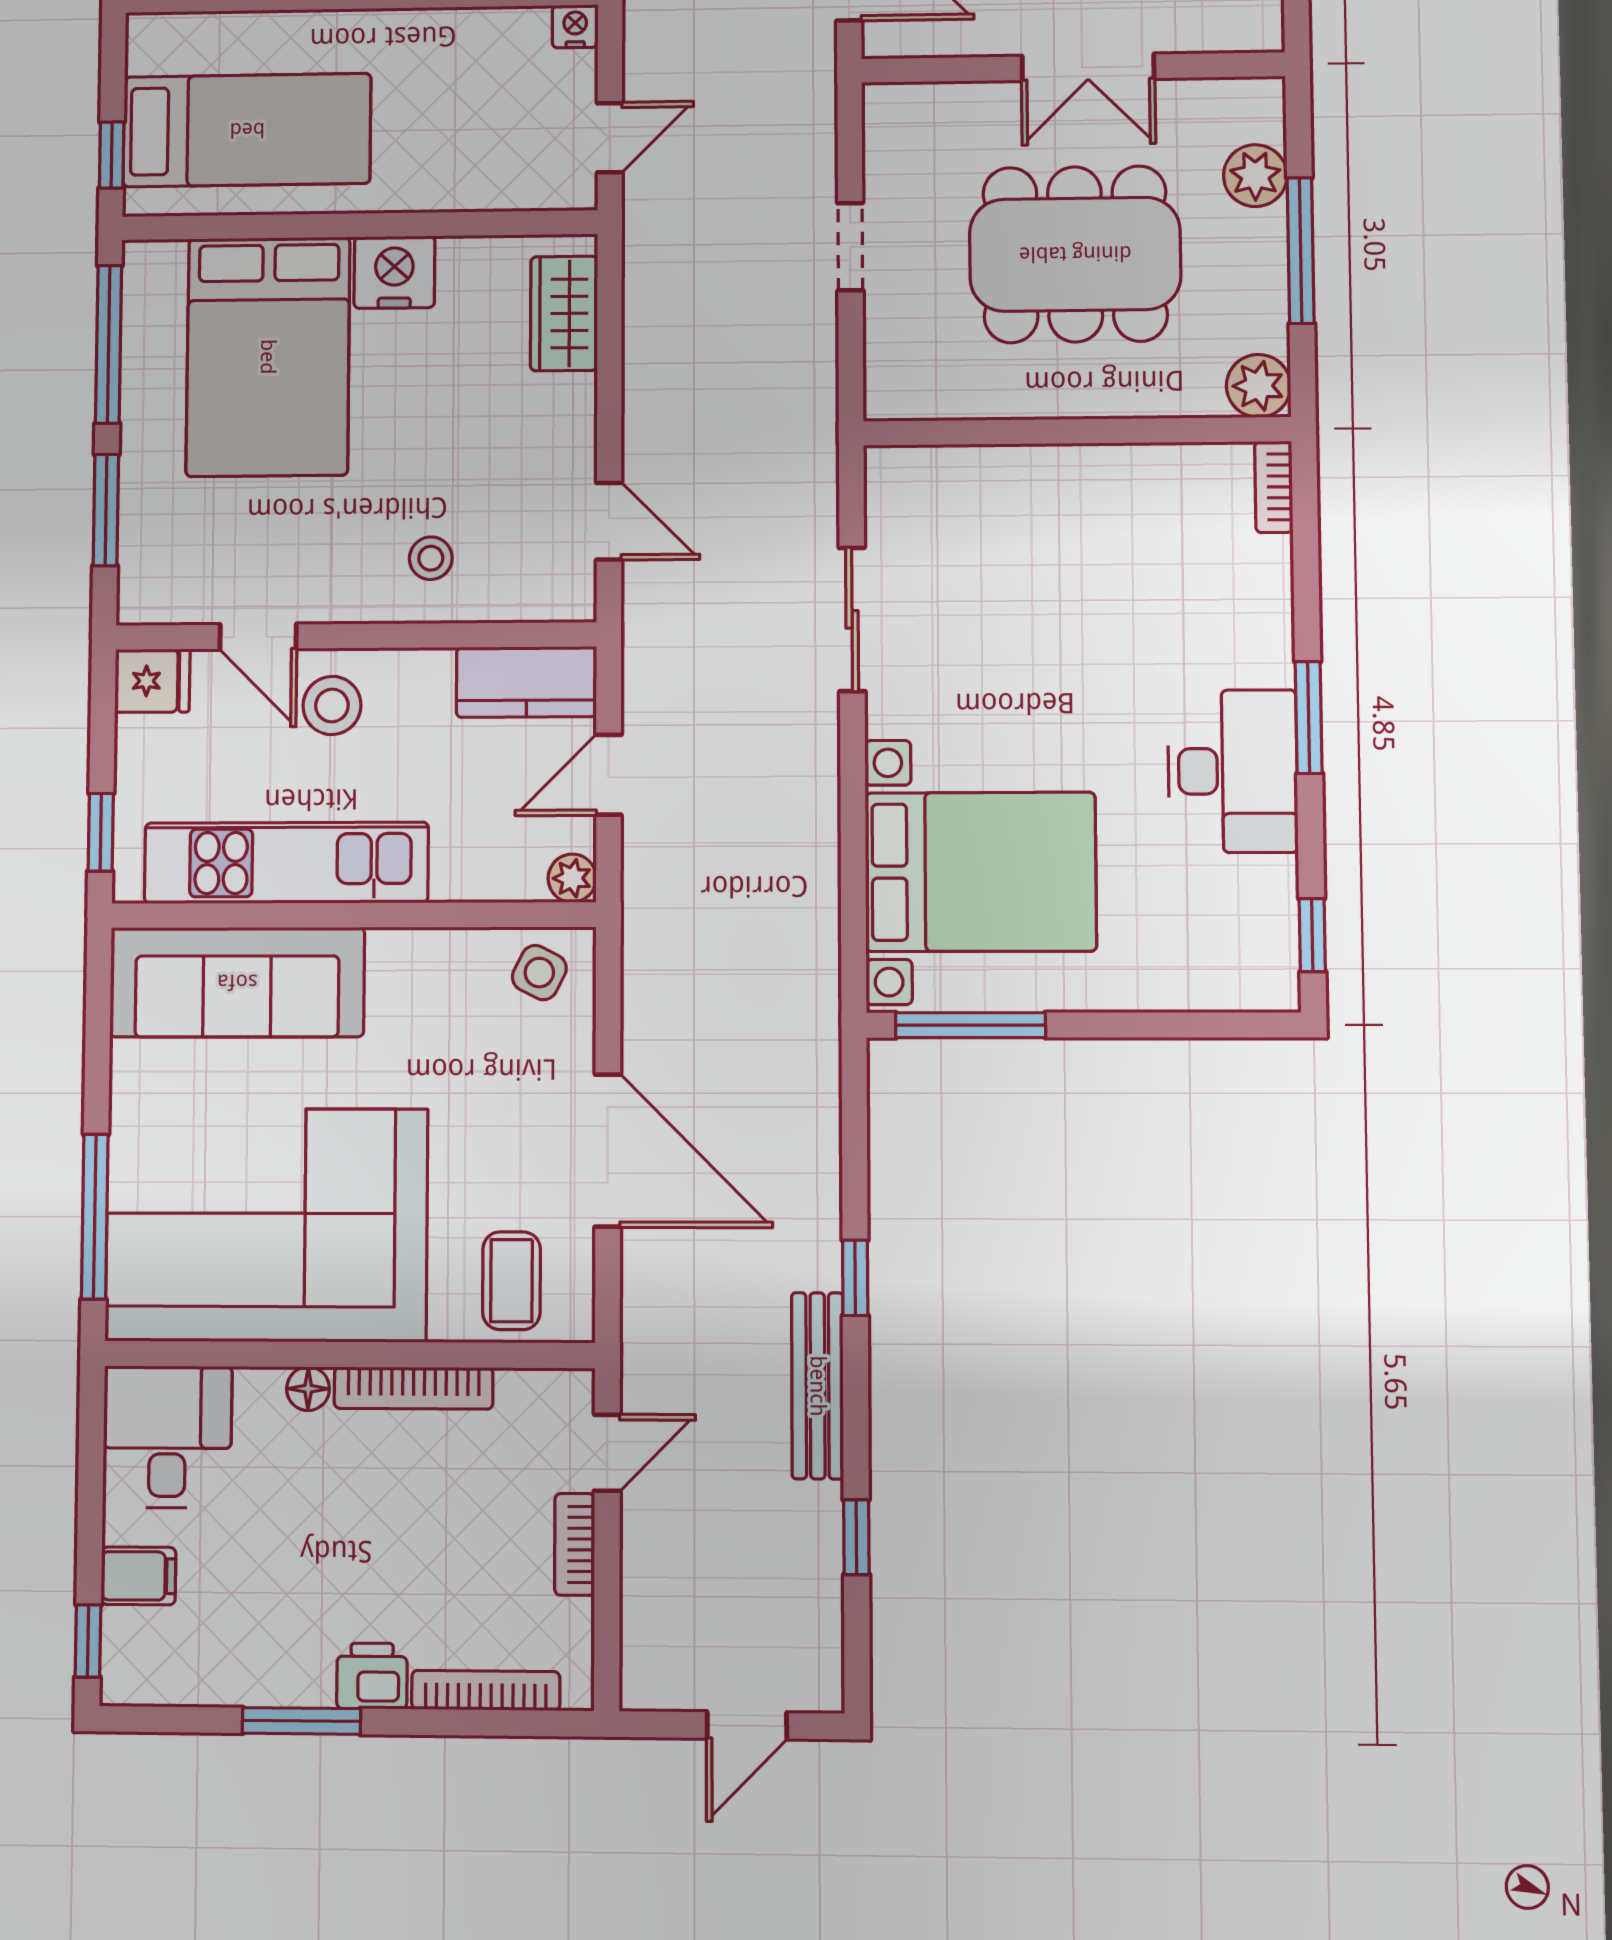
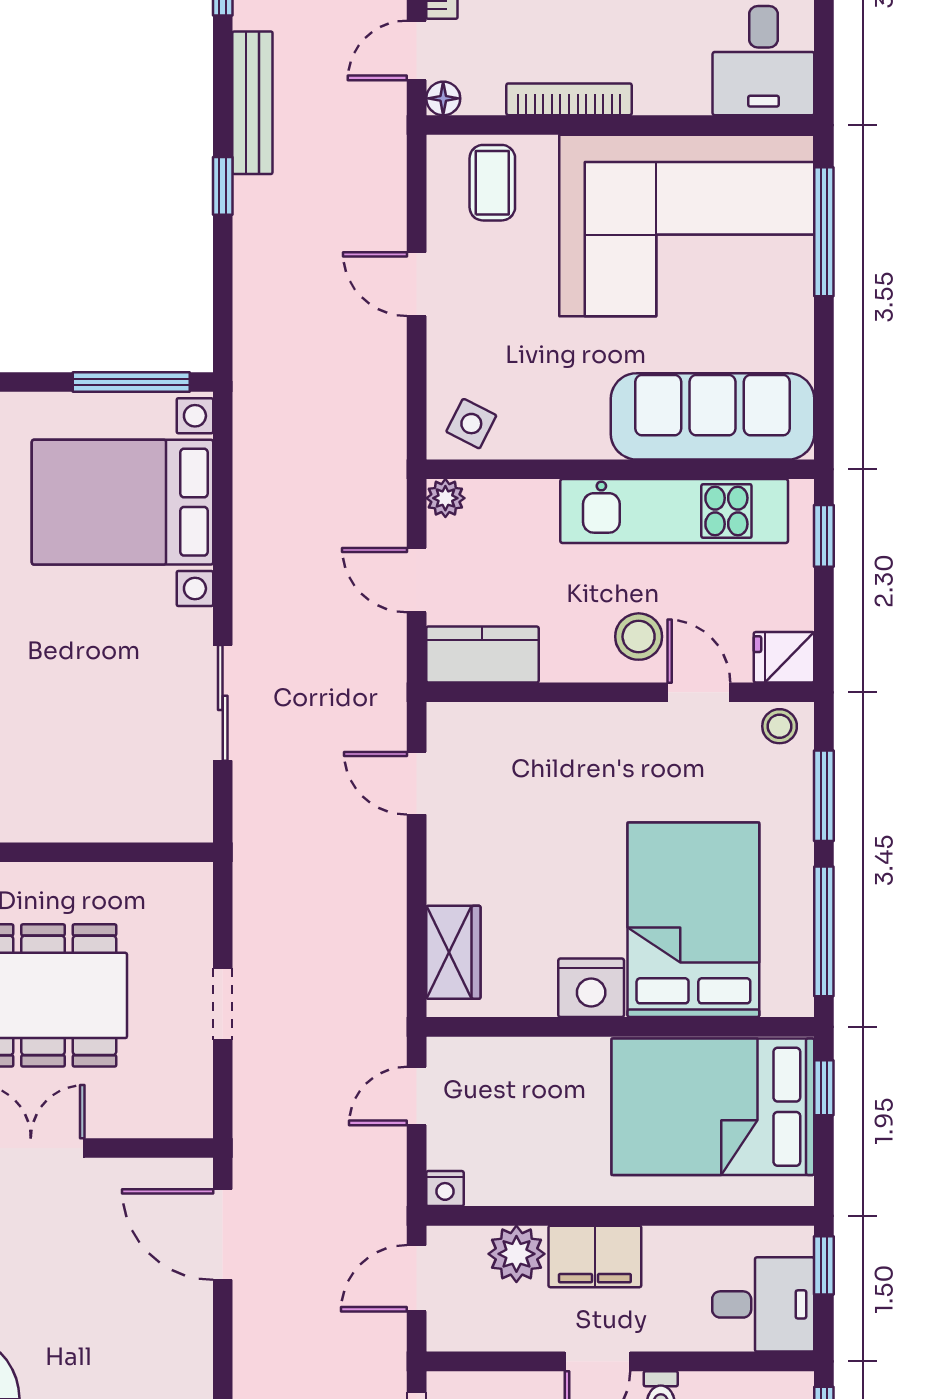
bed: (247, 130) -> (713, 1107), width x1.50
stool: (431, 558) -> (780, 726), moved
door: (609, 775) -> (417, 580), swing flipped
door: (608, 1150) -> (417, 284), width x0.53
floor lamp: (308, 1389) -> (443, 98), moved

